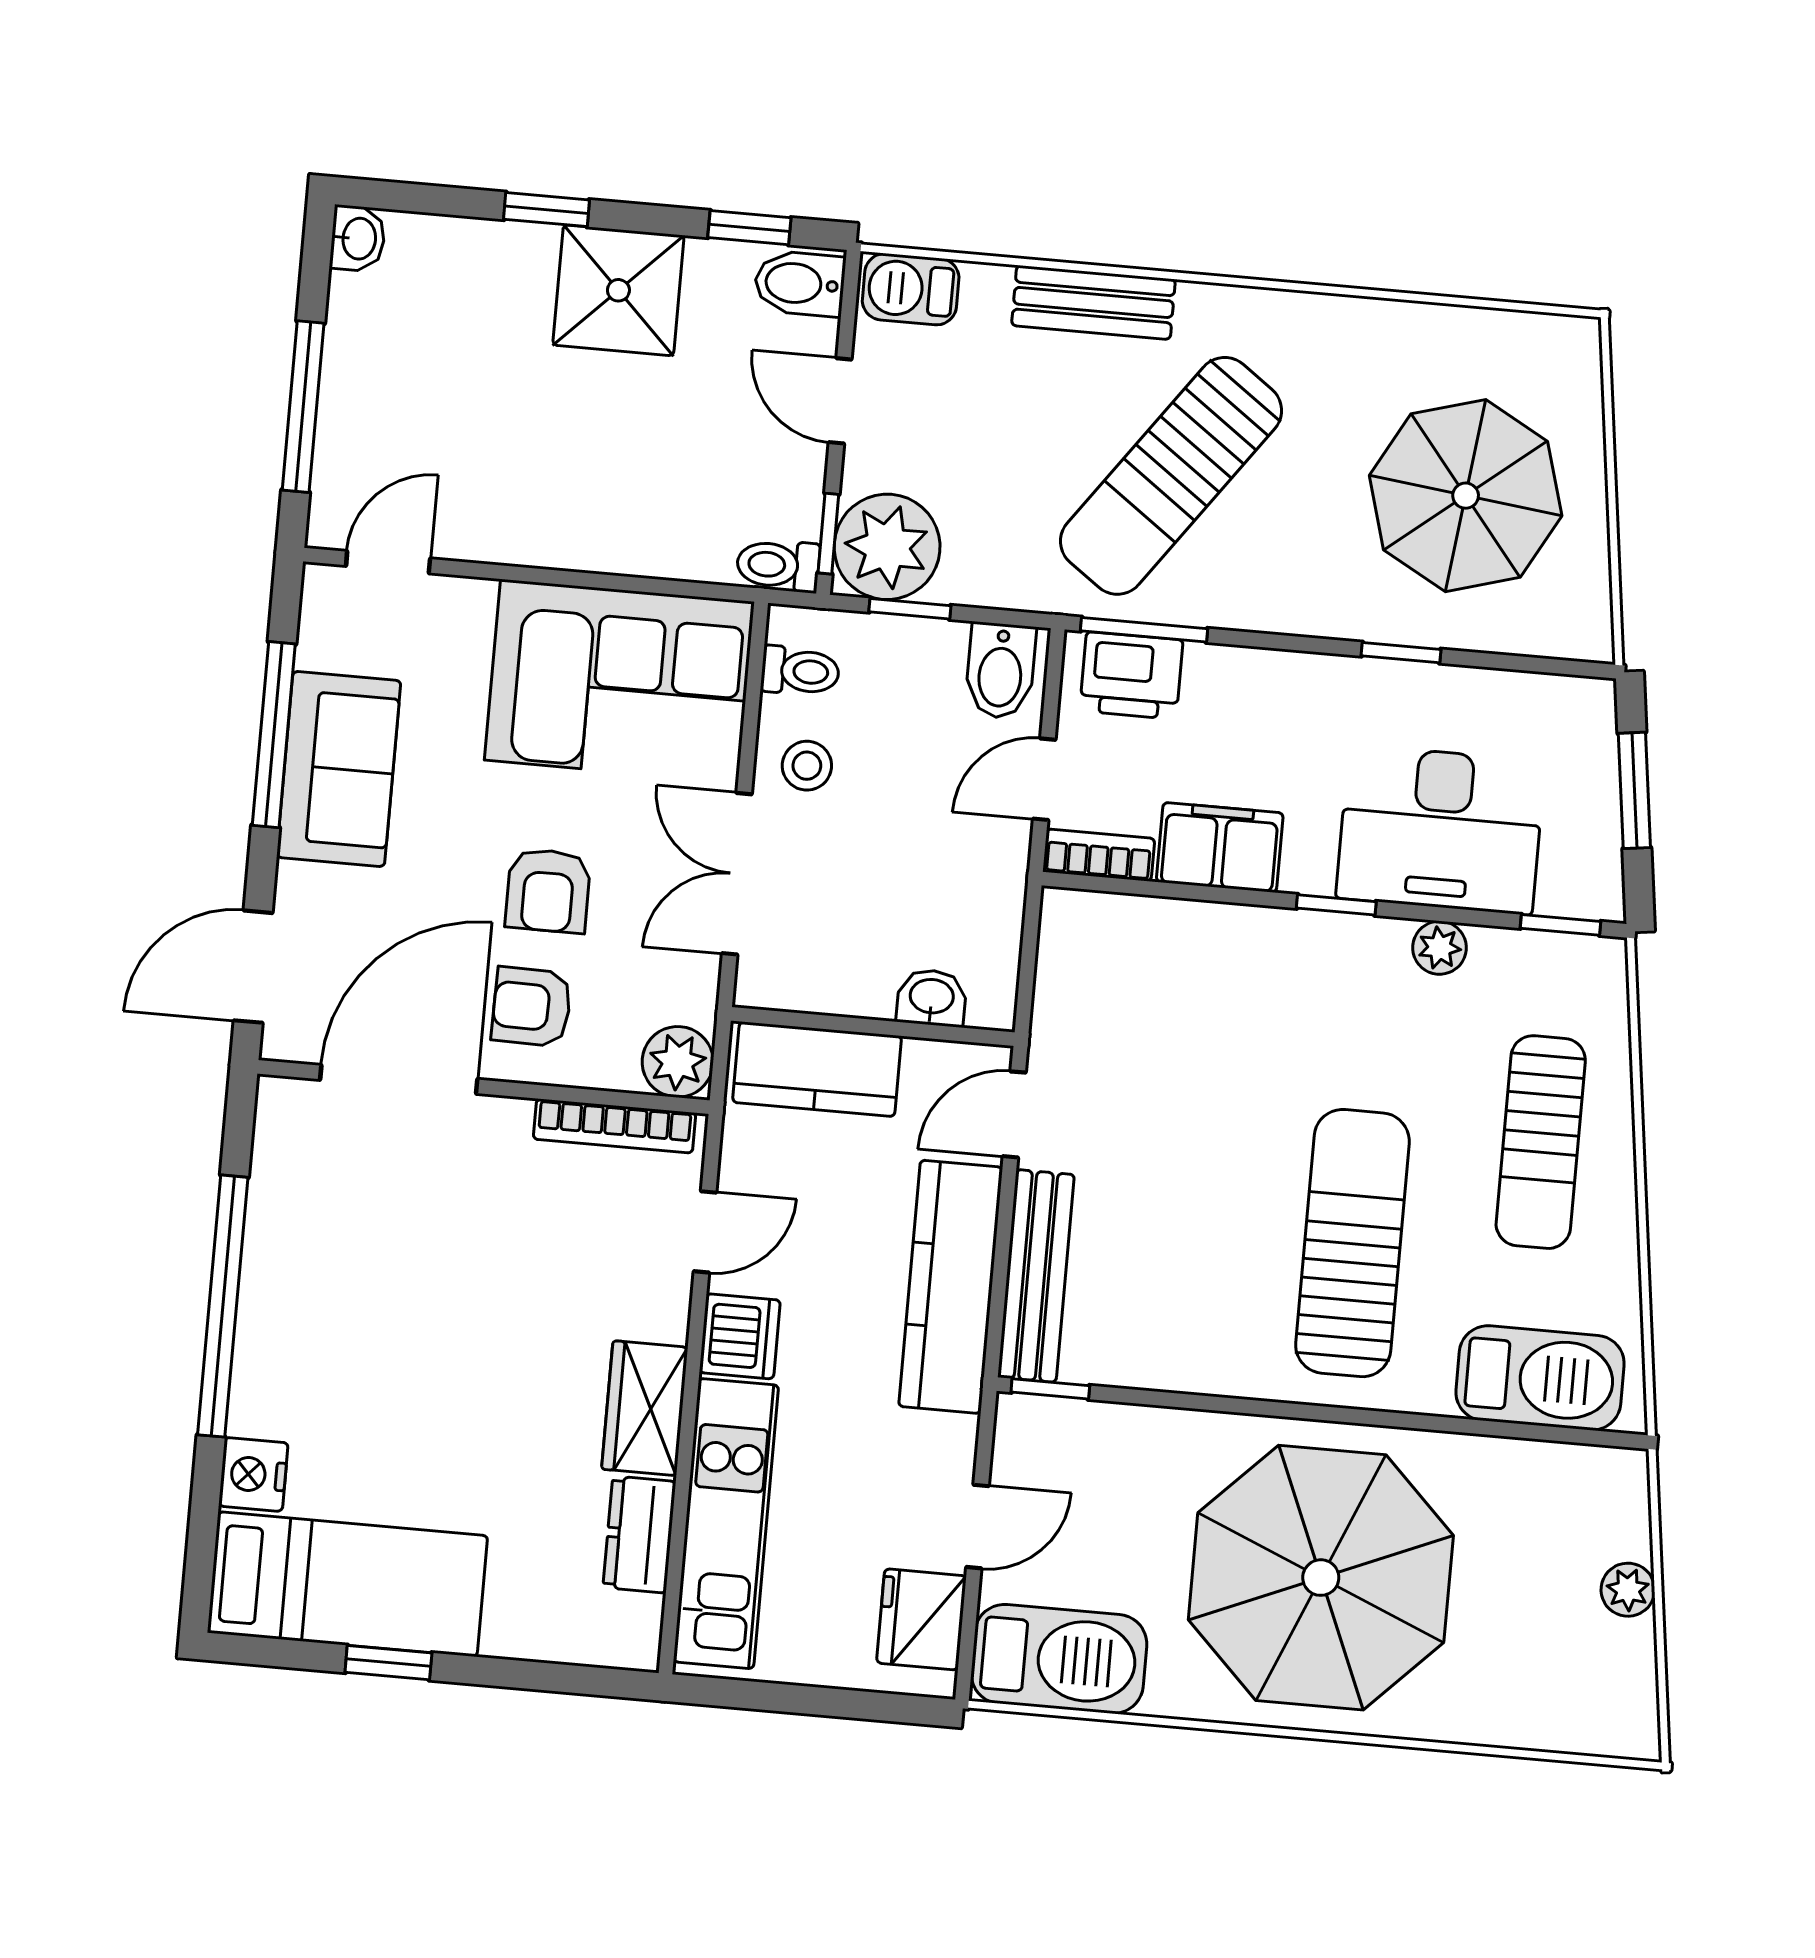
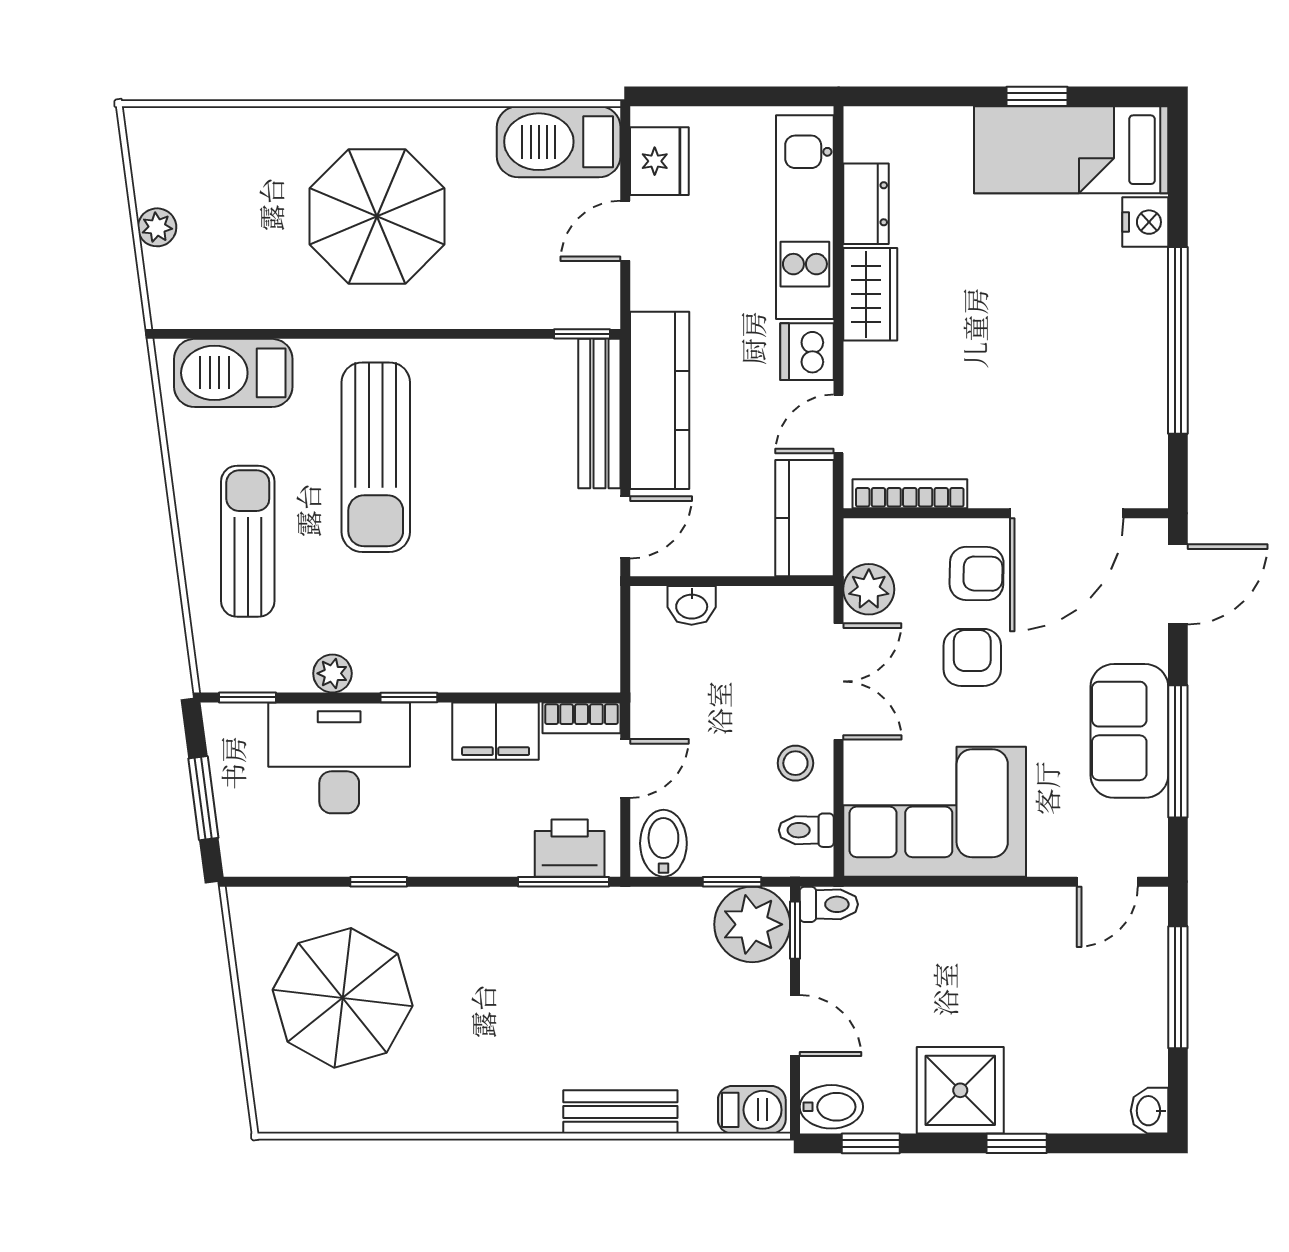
sun lounger: (1171, 476) -> (554, 993), removed
plant: (678, 1062) -> (869, 589), moved
kitchen counter: (817, 1069) -> (805, 518), moved, turned -90
parasol: (1321, 1578) -> (377, 216), width x0.73, depth x0.73

